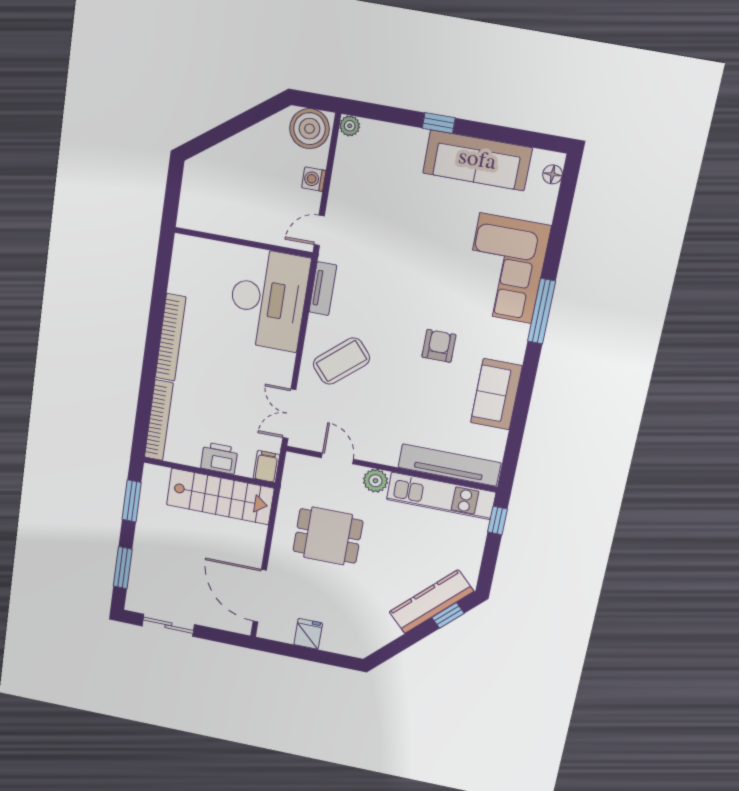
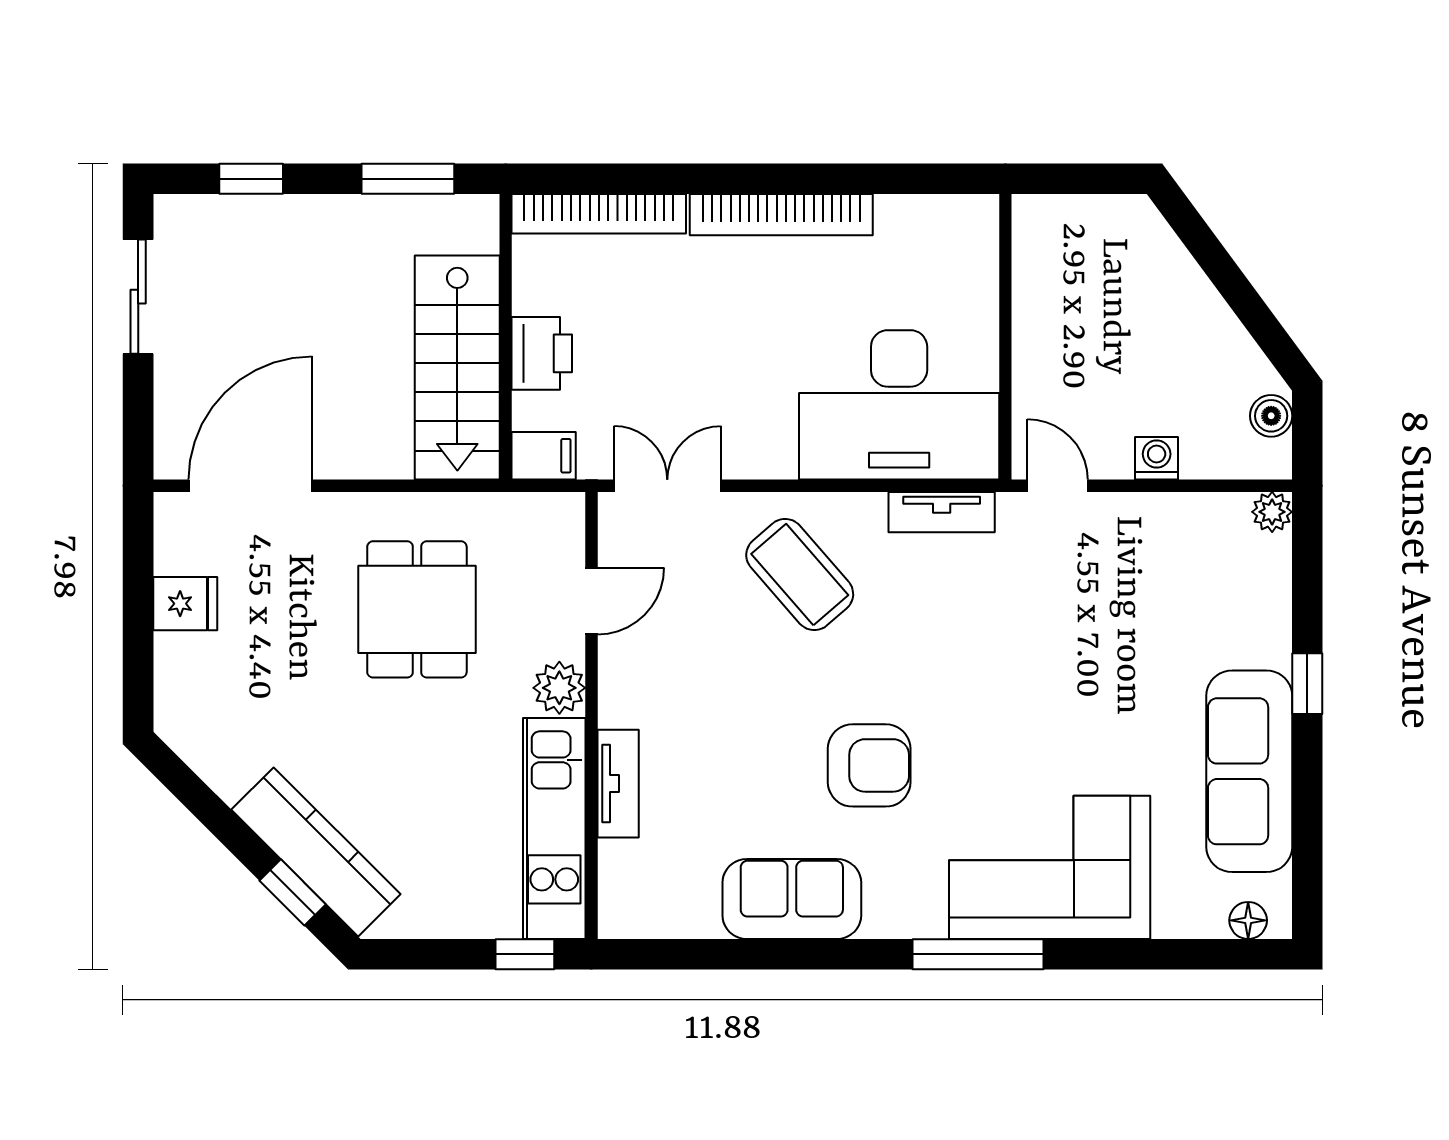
boiler: (309, 129) -> (1271, 416), width x0.54, depth x0.54
armchair: (439, 346) -> (869, 765), width x1.38, depth x1.38
tv unit: (449, 465) -> (618, 784), width x0.52, depth x0.78
window: (123, 568) -> (251, 179), width x0.67

